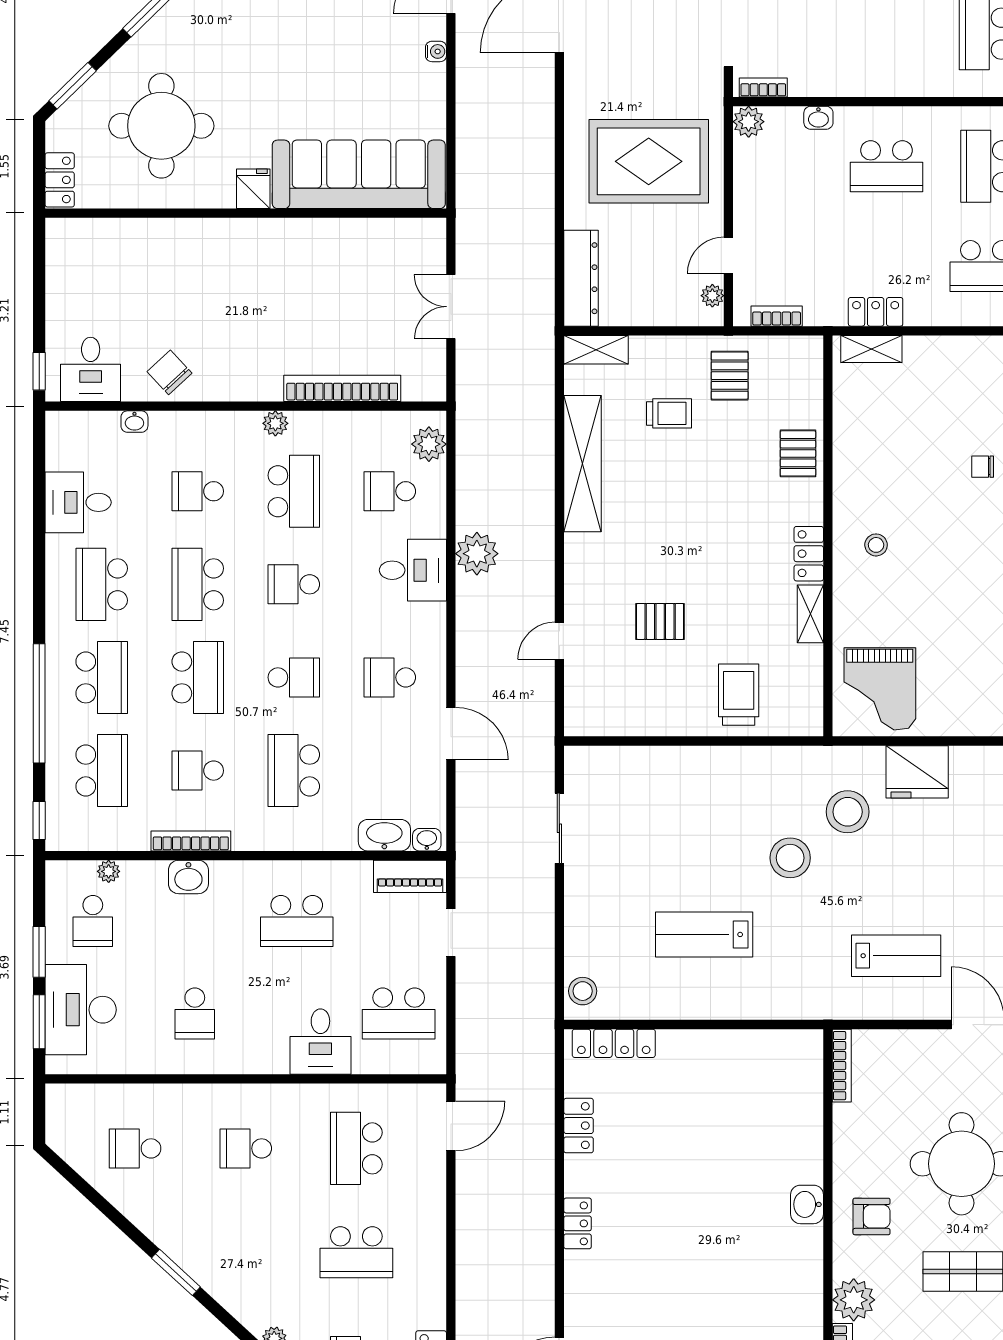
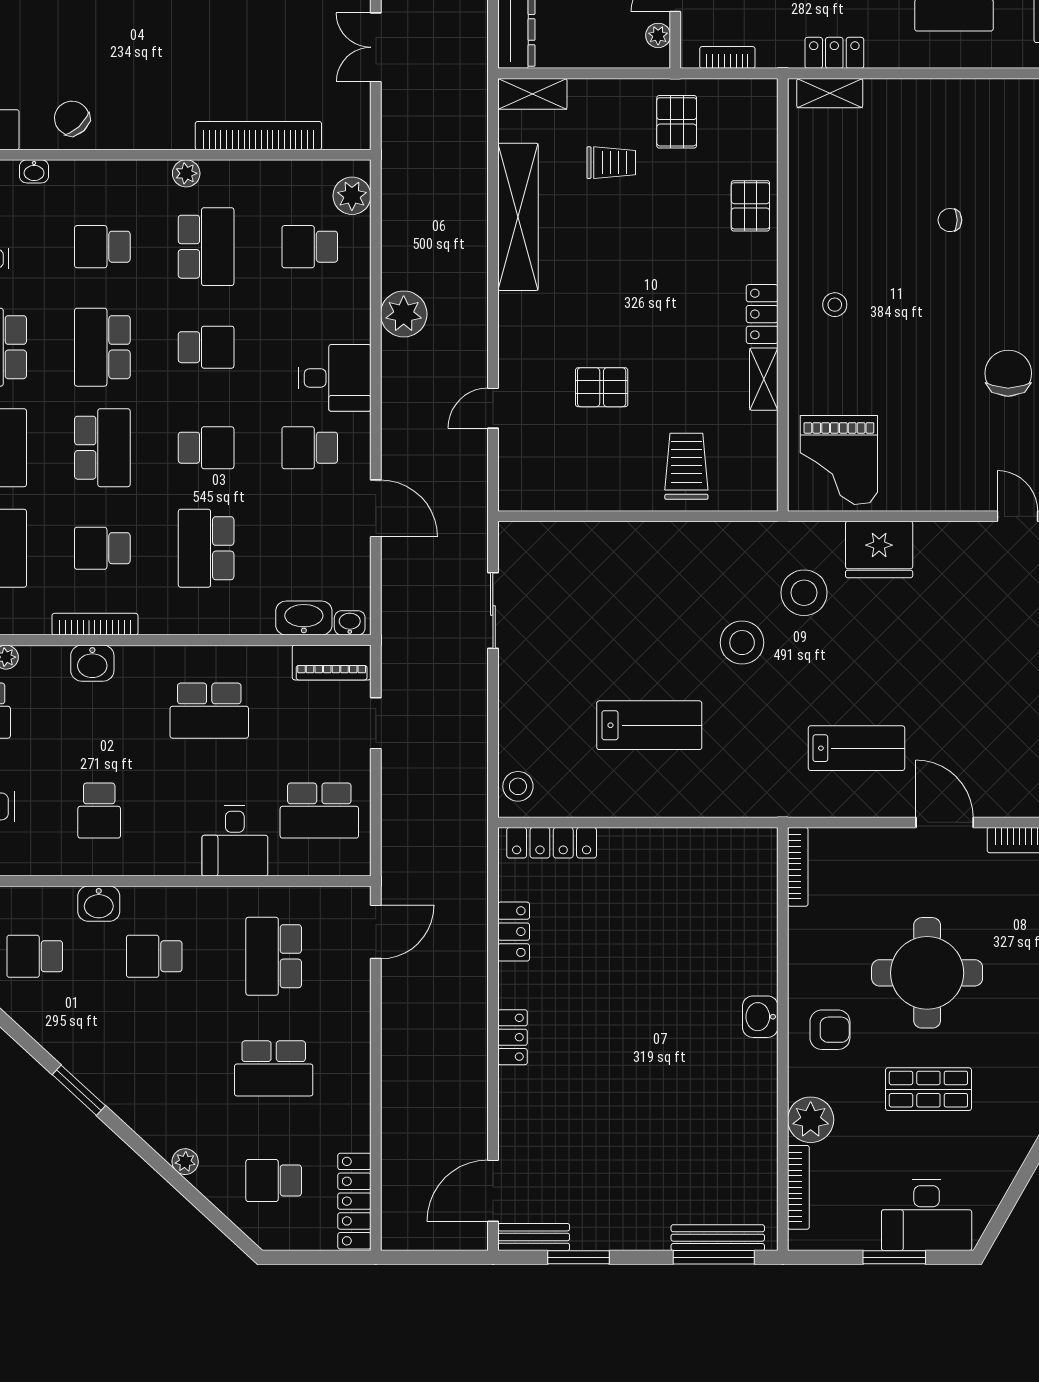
desk: (413, 570) -> (335, 378), moved
school desk: (294, 584) -> (206, 347), turned 180
lab bench: (704, 934) -> (649, 725), turned 180
washbasin: (194, 1100) -> (99, 904), added

